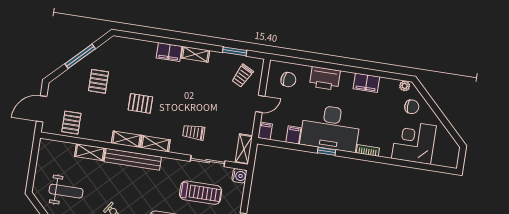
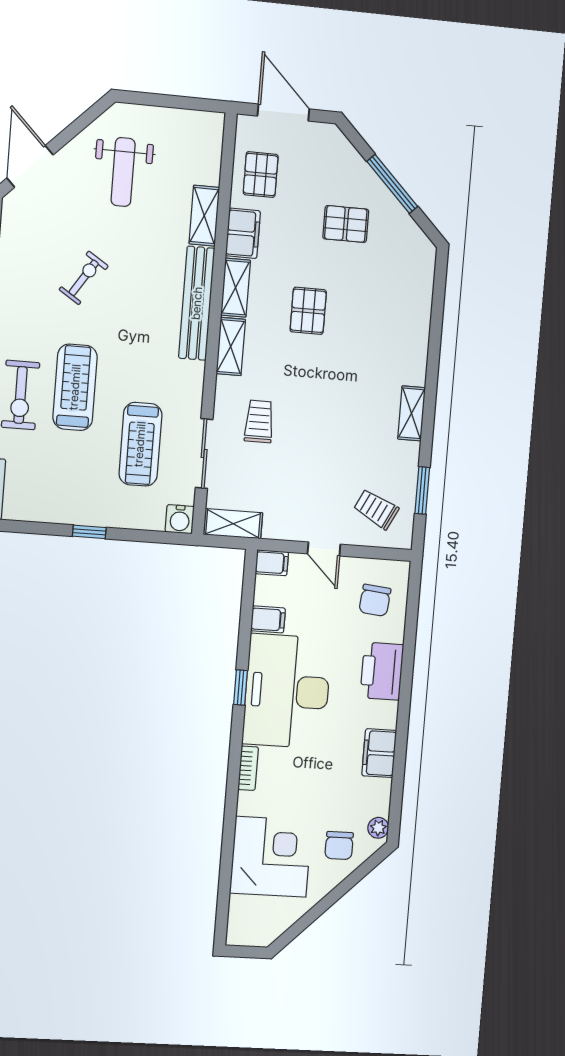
filing cabinet: (169, 52) -> (243, 233), moved, turned 180
pallet: (71, 123) -> (261, 174), turned 90

